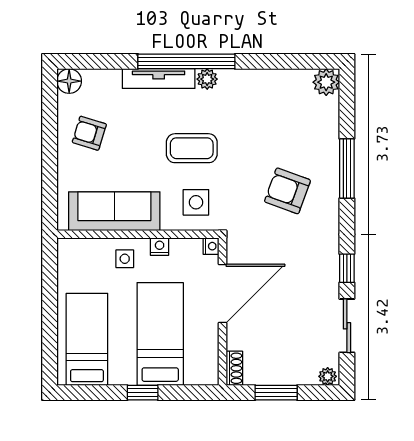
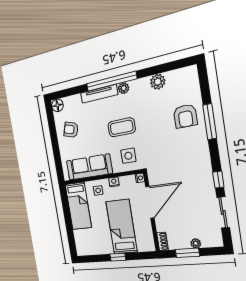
plant: (326, 82) -> (158, 82), moved
armchair: (287, 191) -> (185, 116), moved, turned -110
bed: (87, 339) -> (78, 206), moved, turned 180
plant: (328, 376) -> (196, 243), moved

